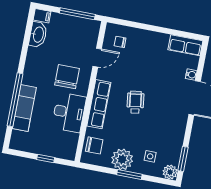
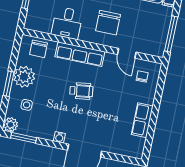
row of seats: (185, 45) -> (142, 120), moved
water cooler: (191, 75) -> (59, 137), moved
chair: (67, 77) -> (108, 23), turned 90
desk: (69, 112) -> (67, 23), width x0.73

